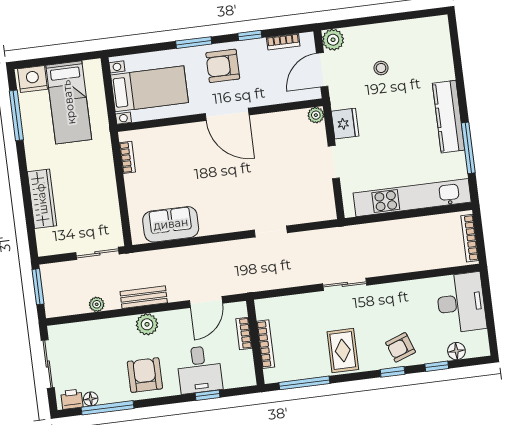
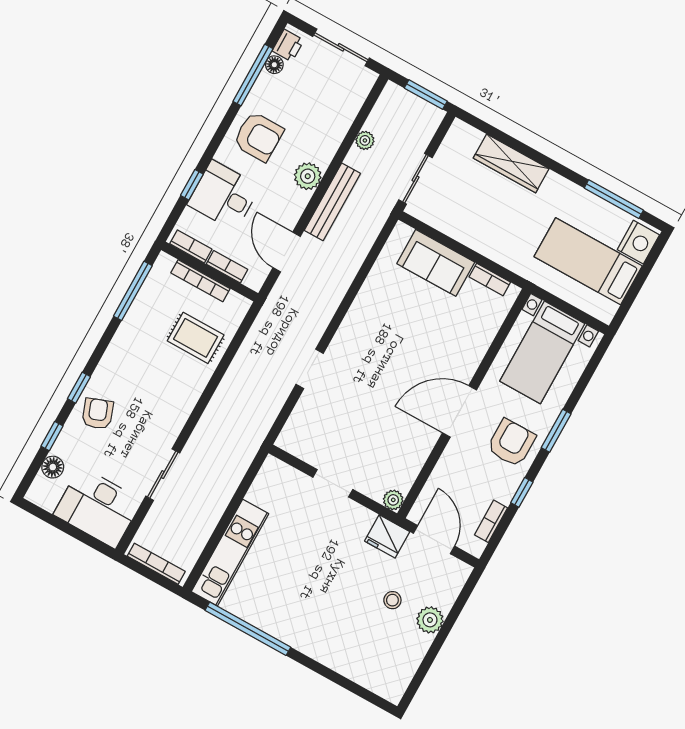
plant: (333, 40) -> (430, 620), moved
kitchen counter: (449, 117) -> (294, 632), removed
fridge: (345, 124) -> (387, 536), moved
window: (468, 148) -> (248, 629), width x1.46
kitchen unit: (412, 198) -> (230, 553), width x0.73
sofa: (171, 224) -> (436, 263), moved, turned 90
sliding door: (345, 284) -> (163, 475), moved
bench: (144, 297) -> (332, 202), width x1.36
rug: (343, 351) -> (196, 338), moved
bookcase: (248, 367) -> (191, 246), added

